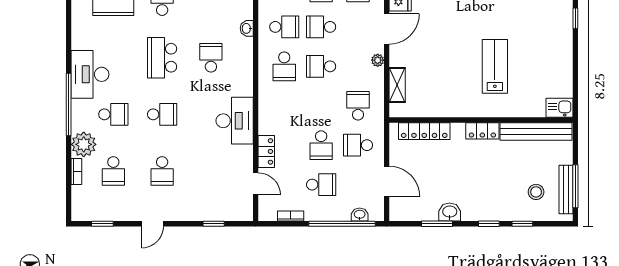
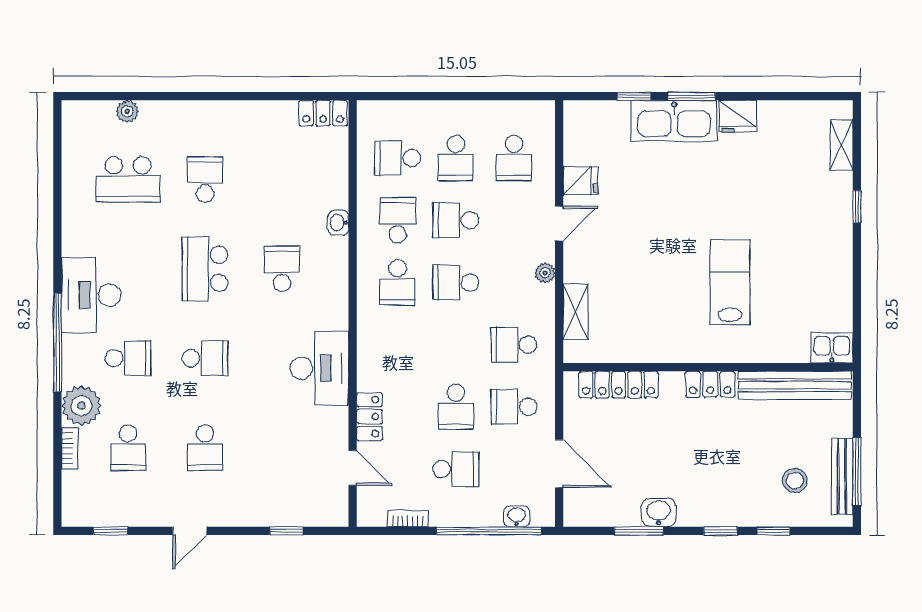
school desk: (284, 27) -> (398, 220), turned -90
door: (387, 29) -> (559, 223), width x0.73
school desk: (358, 106) -> (514, 345), turned -90

